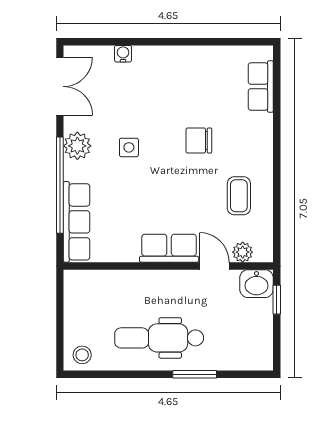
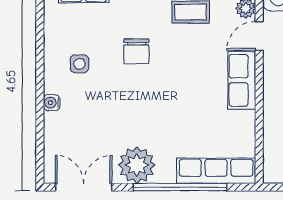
water cooler: (123, 54) -> (52, 103), moved
plant: (77, 146) -> (137, 165), width x1.36, depth x1.36
side table: (129, 147) -> (79, 64), moved

